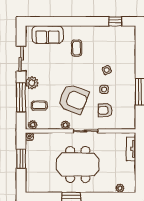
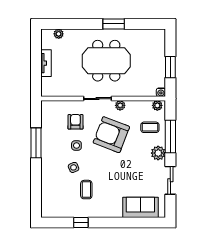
window: (115, 21) -> (81, 222), moved
coffee table: (77, 48) -> (86, 190), moved
armchair: (105, 110) -> (75, 122), turned -90
tv unit: (131, 149) -> (46, 63), moved

